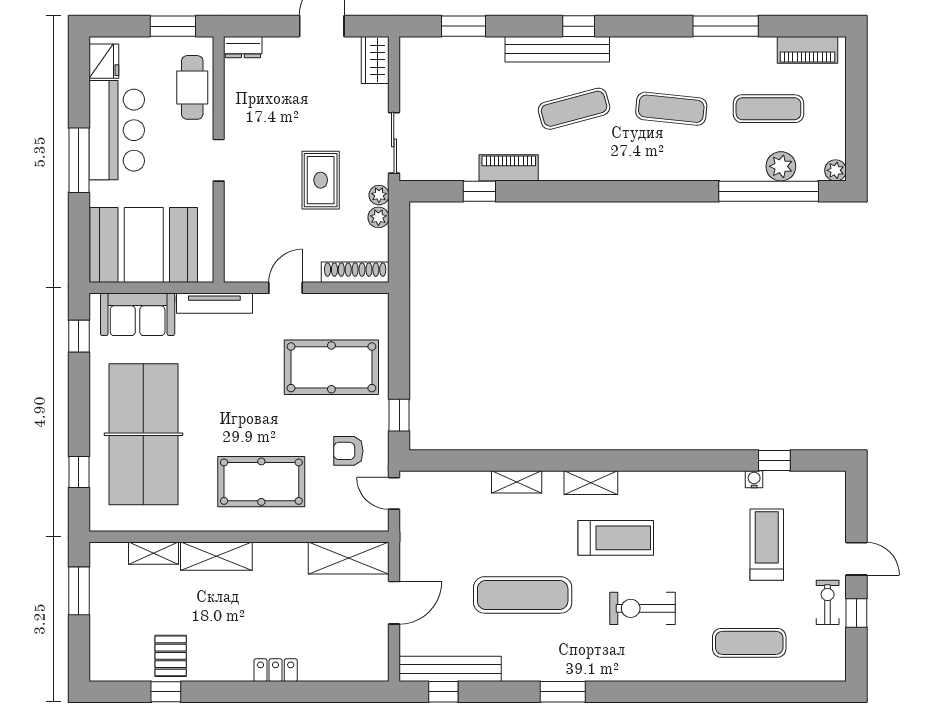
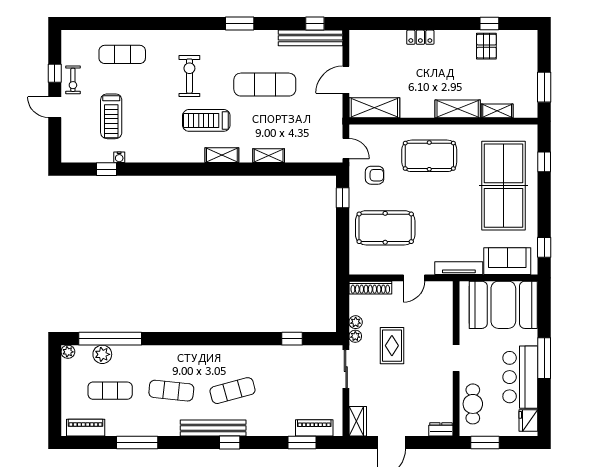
bench: (557, 49) -> (213, 428), moved
piano: (509, 168) -> (314, 428), moved, turned 180
exercise bike: (642, 608) -> (189, 76), turned -90

